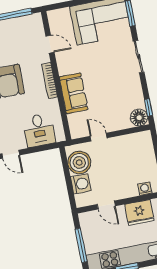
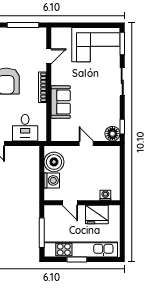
door: (50, 44) -> (49, 56), hinge flipped
door: (99, 137) -> (86, 143), moved

